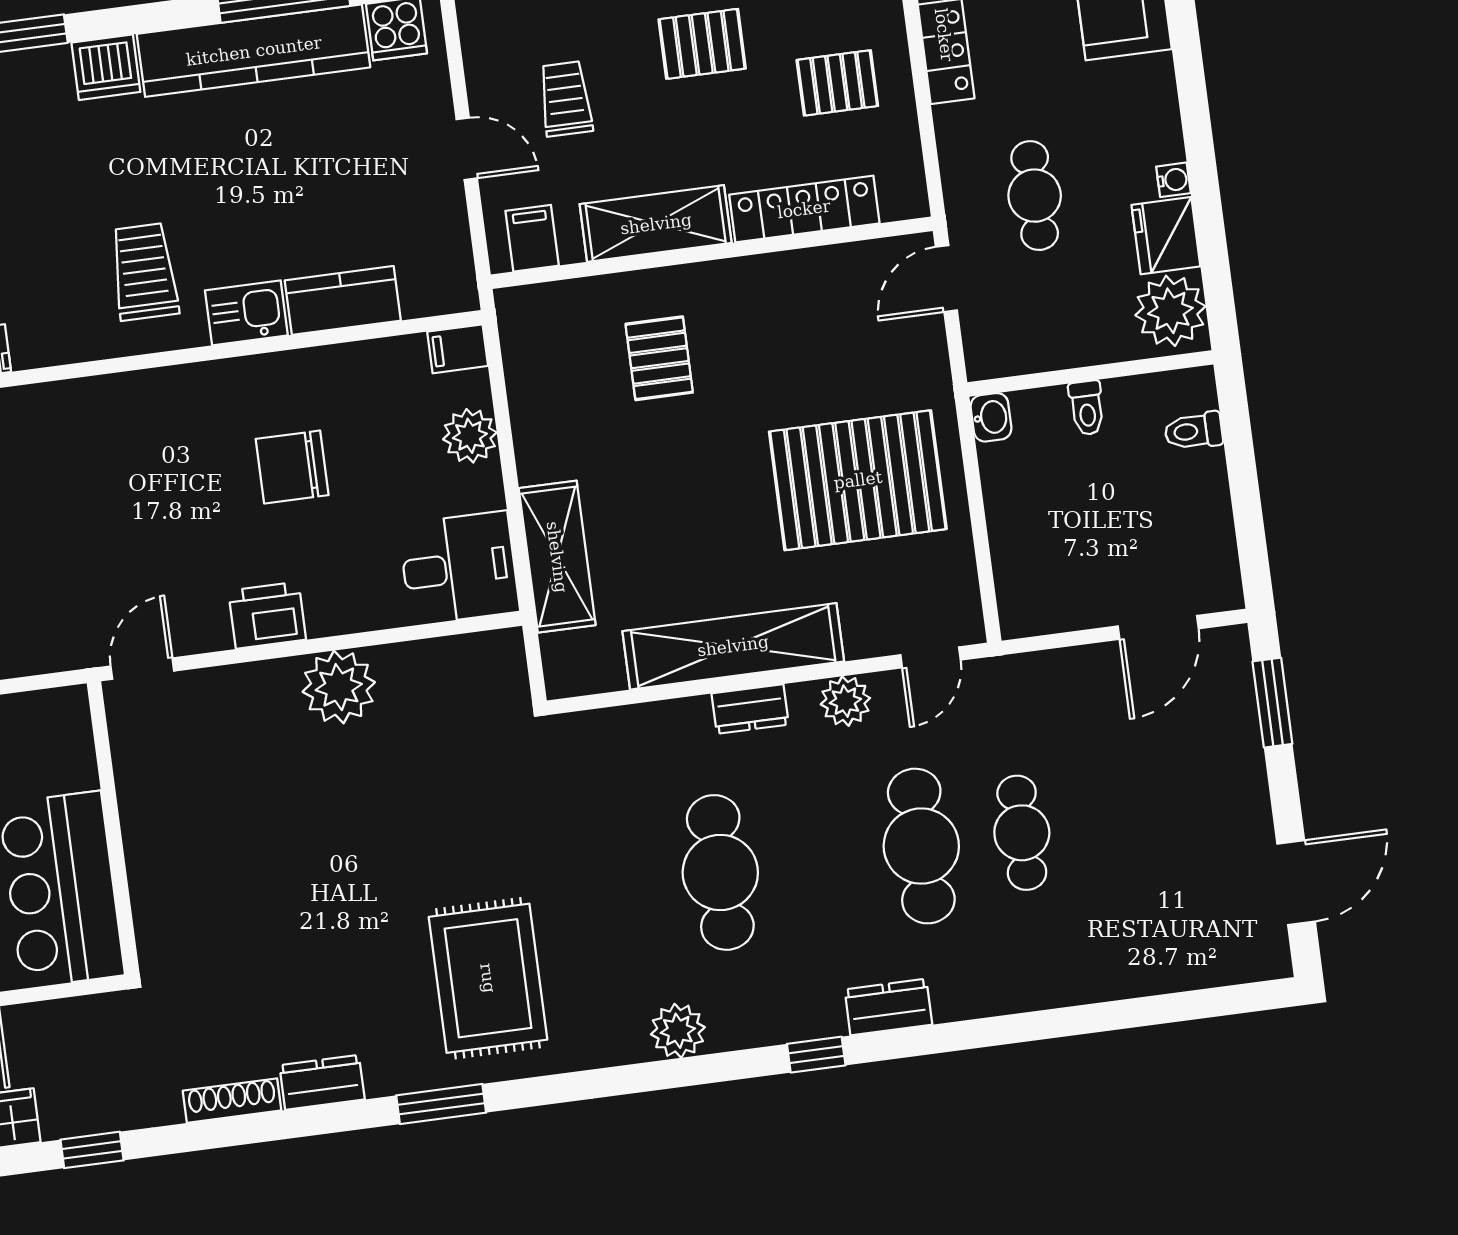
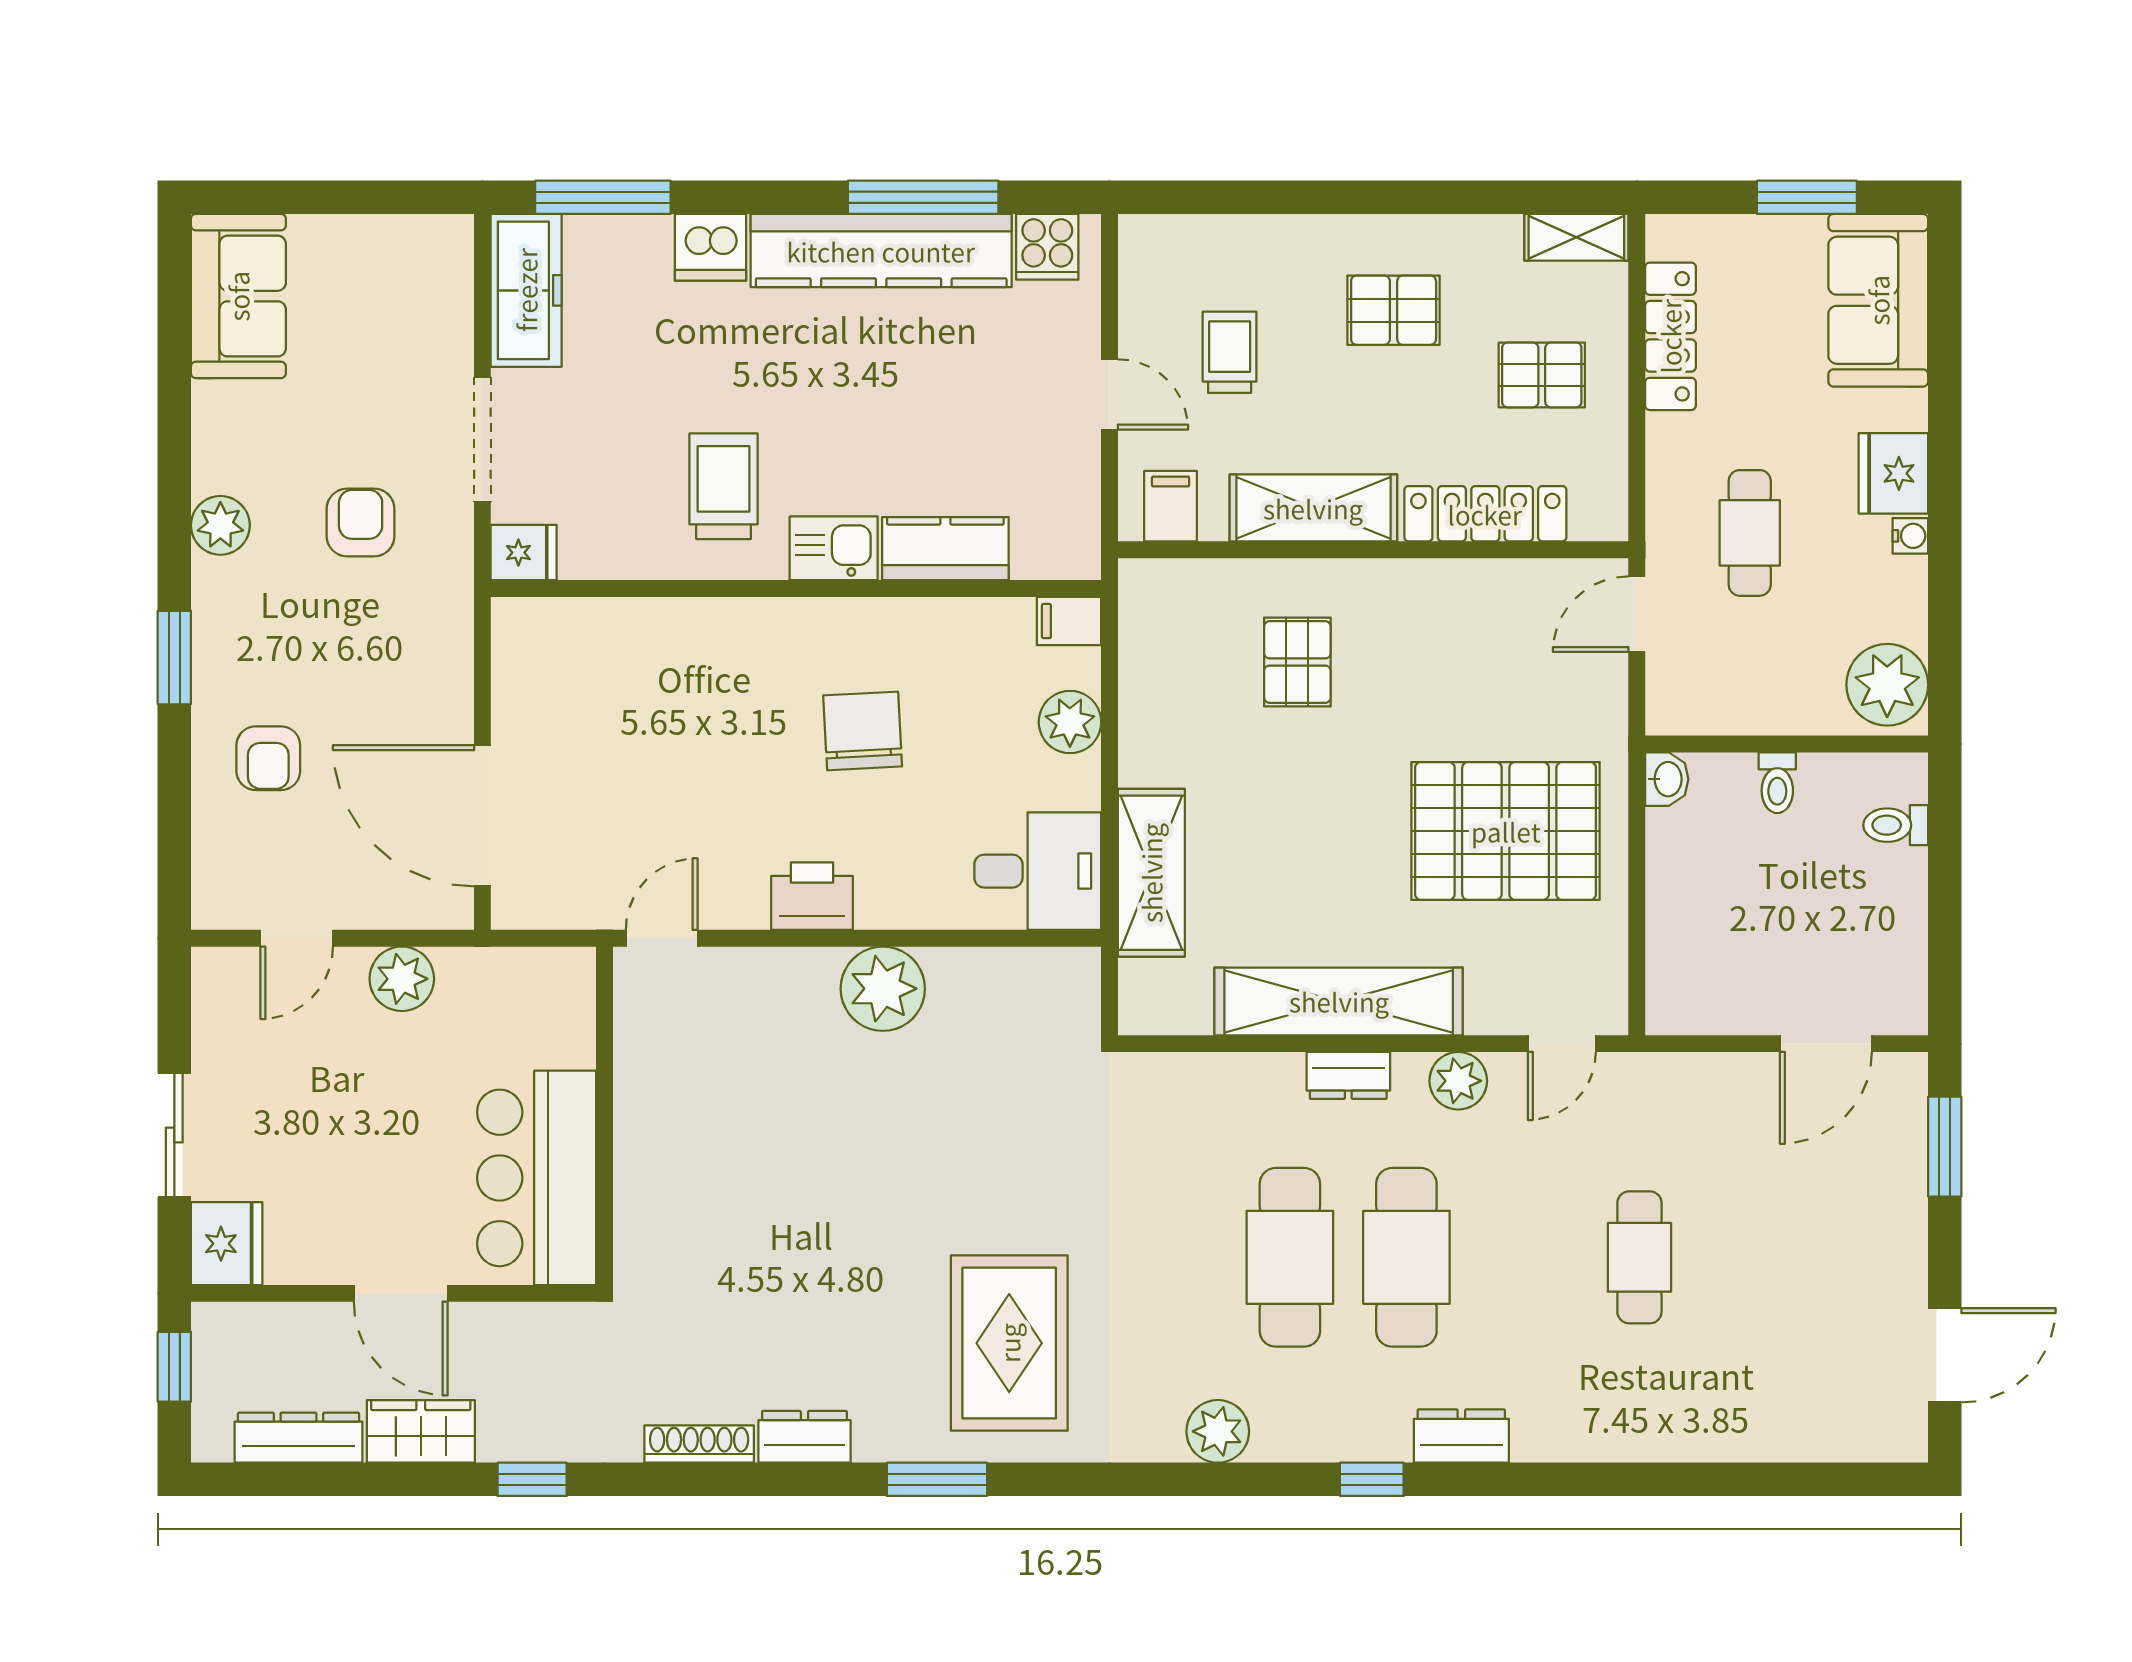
fridge: (1166, 236) -> (1893, 473), moved
chair: (292, 467) -> (863, 731), turned 87
cafe table: (921, 846) -> (1406, 1257), moved

